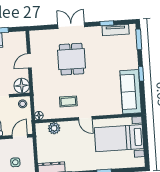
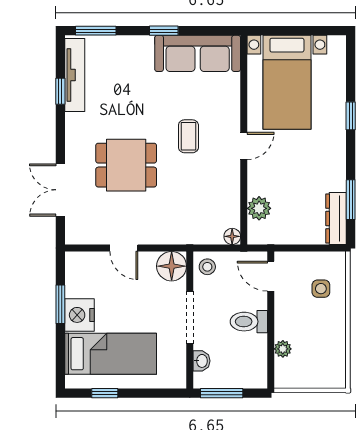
double door: (71, 26) -> (60, 190), moved
tv unit: (116, 30) -> (75, 75), width x1.41
coffee table: (68, 101) -> (188, 136), moved

